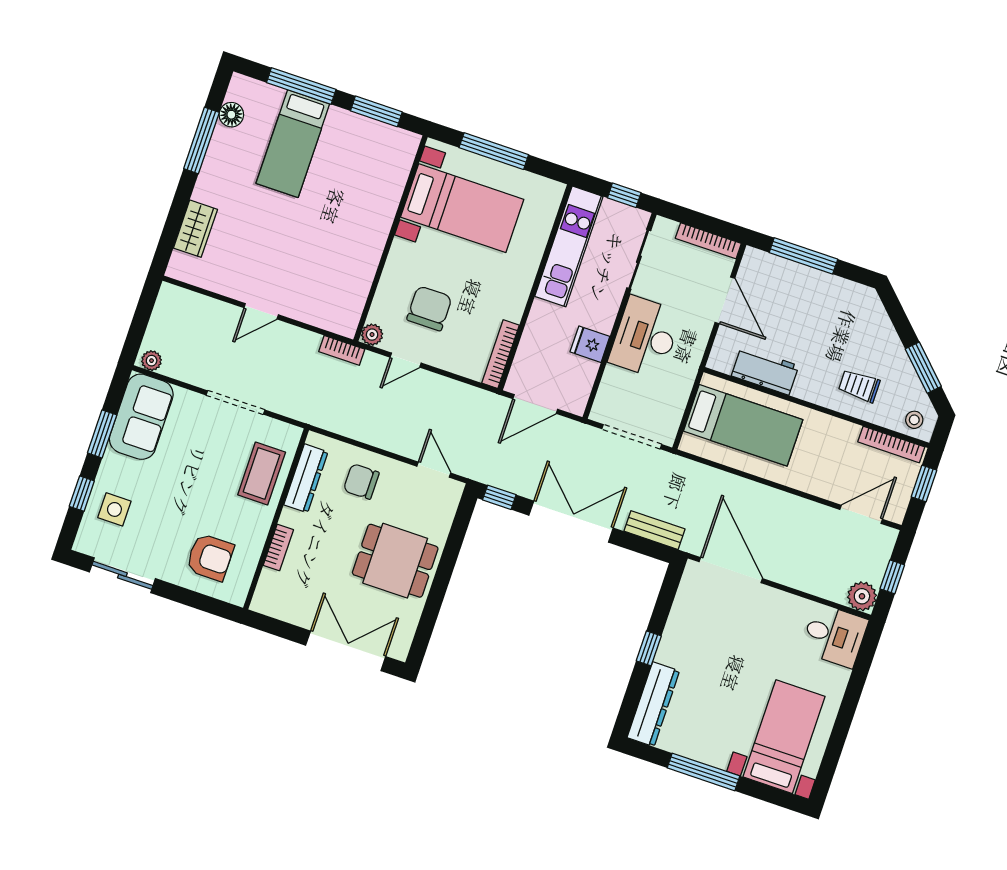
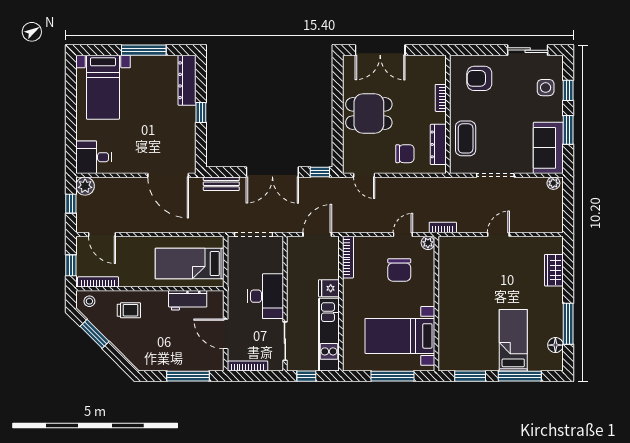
fridge: (590, 344) -> (329, 288), moved, turned 180
door: (861, 514) -> (102, 235), hinge flipped

